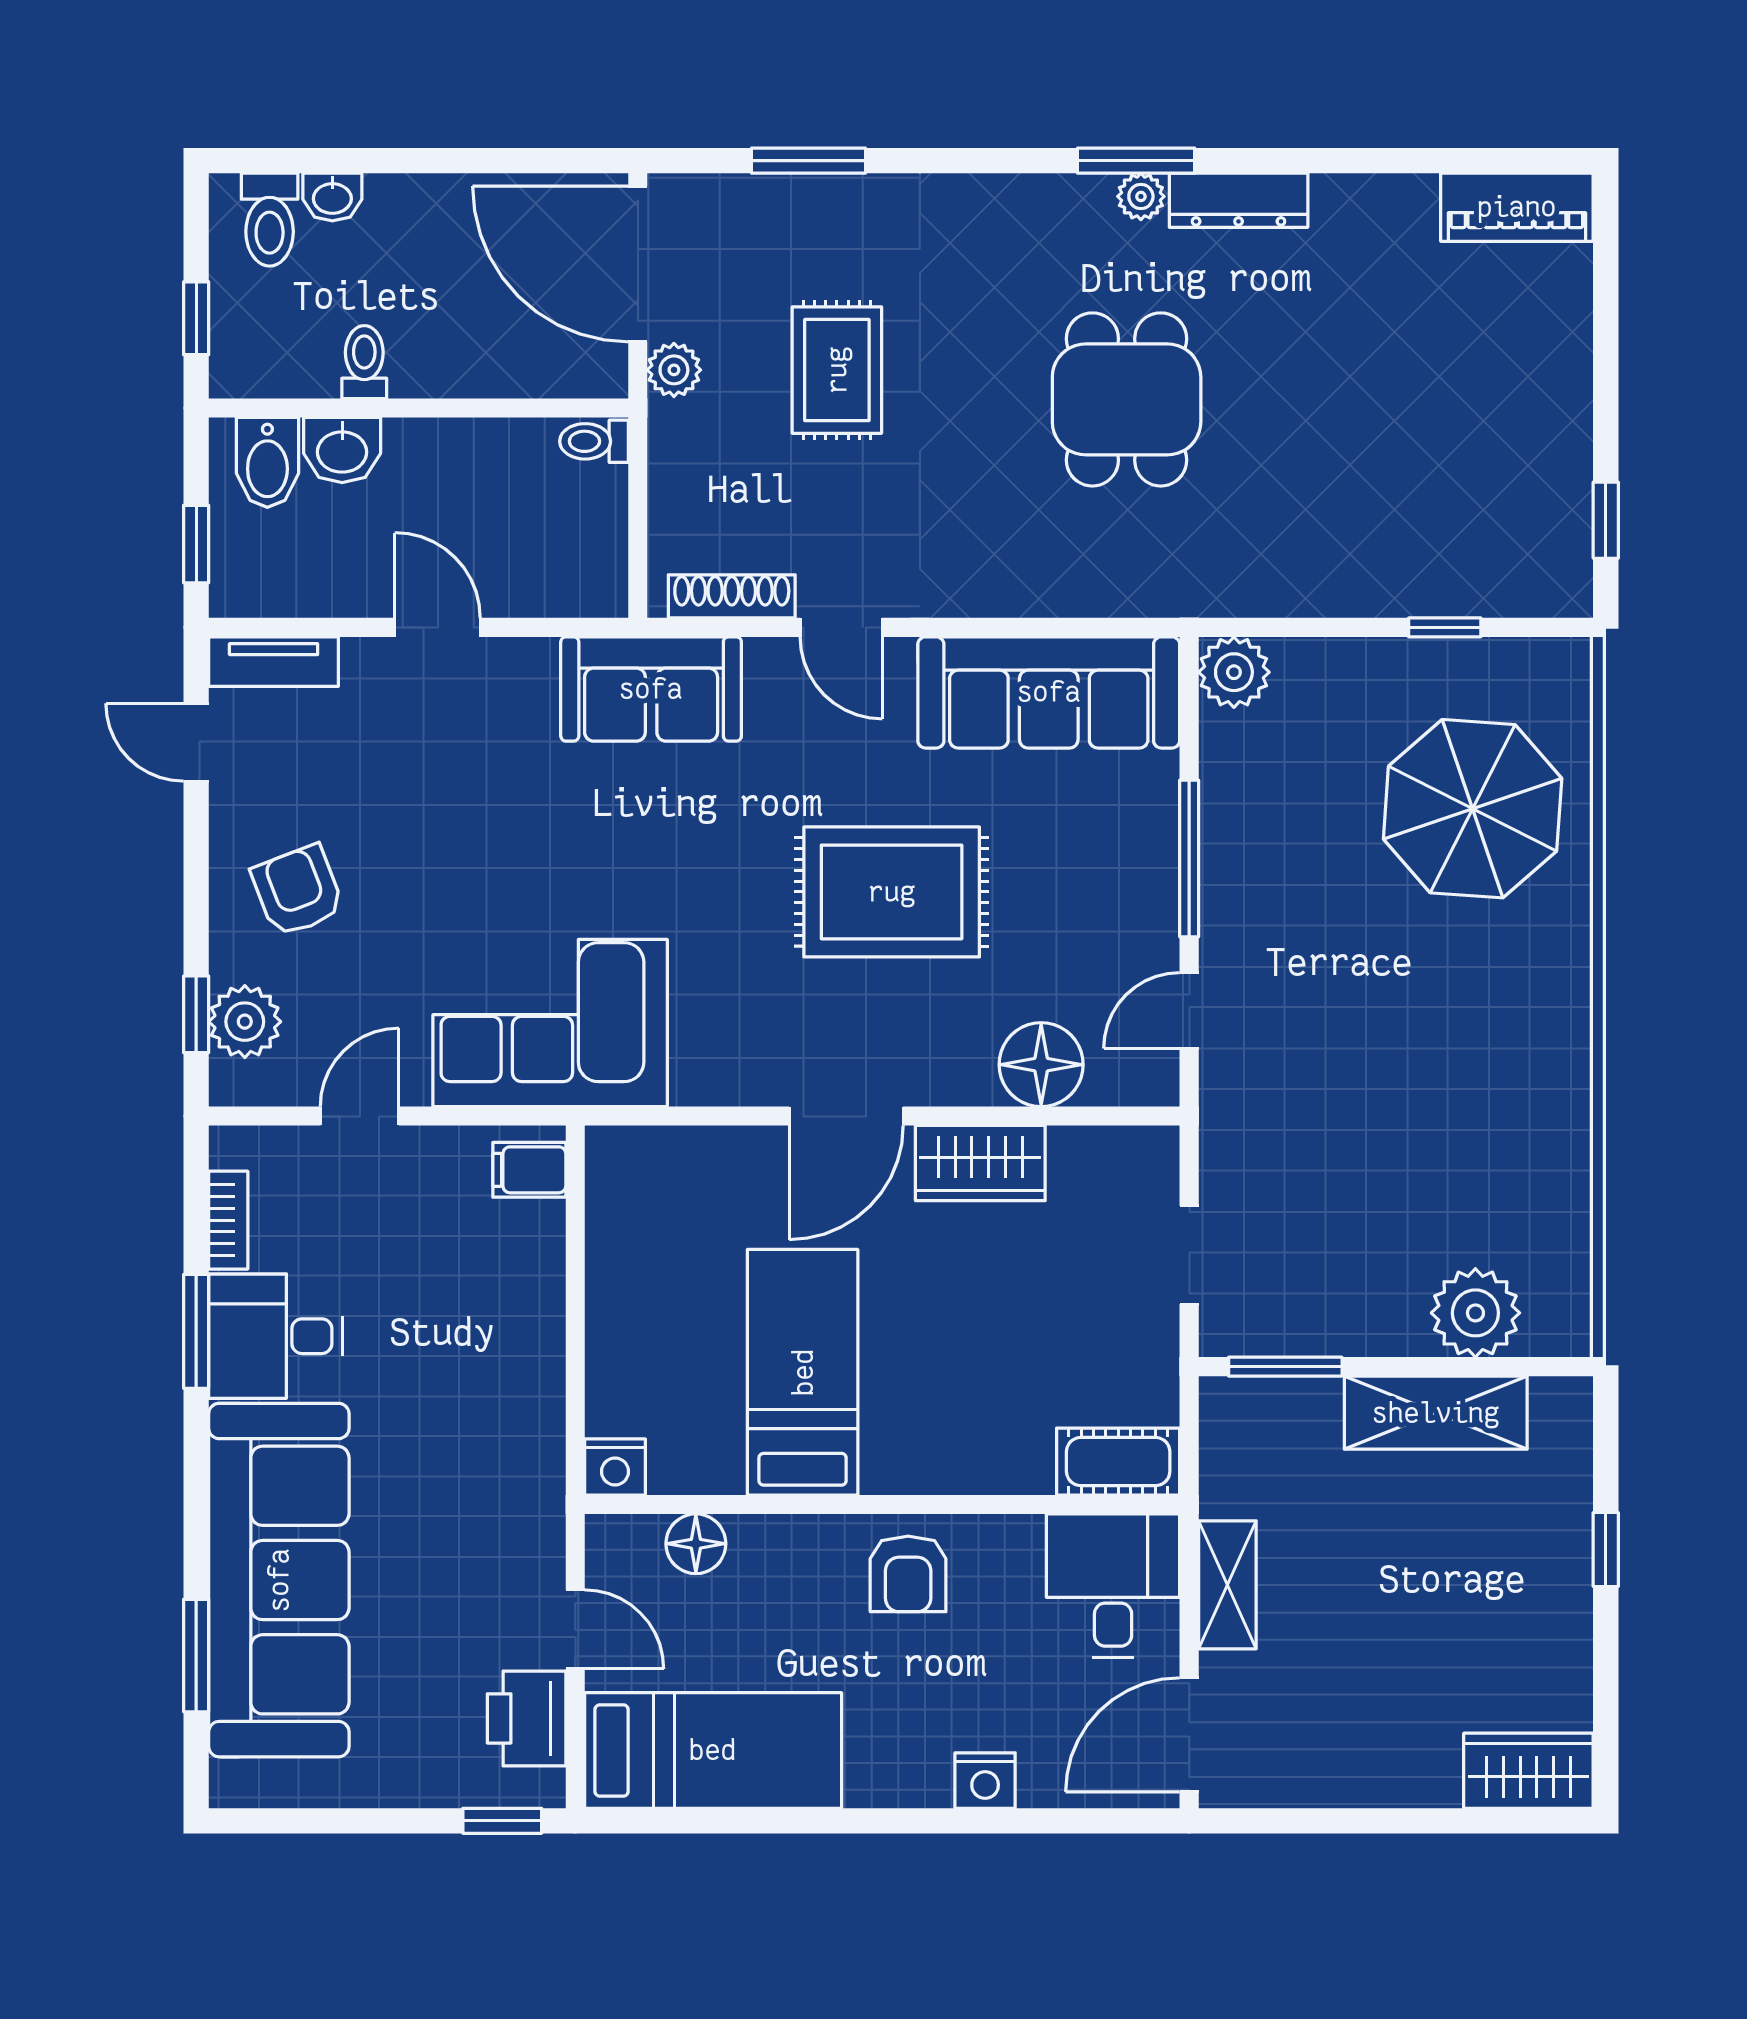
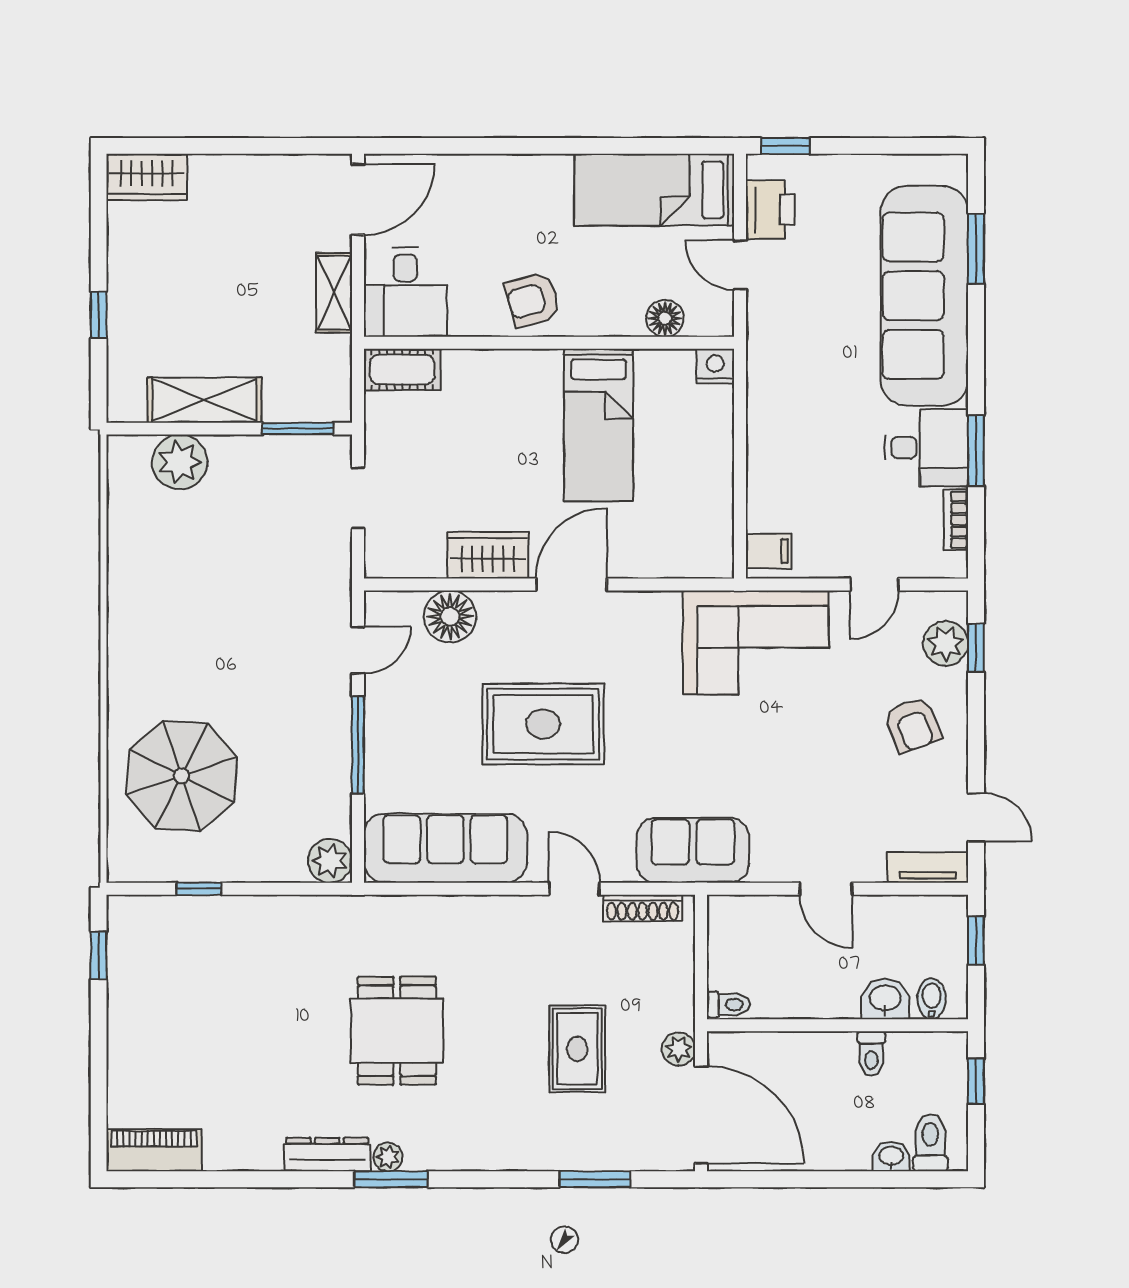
bidet: (267, 462) -> (932, 999), width x0.72, depth x0.74
armchair: (908, 1574) -> (533, 300), turned -105
nightstand: (985, 1781) -> (485, 171), removed

